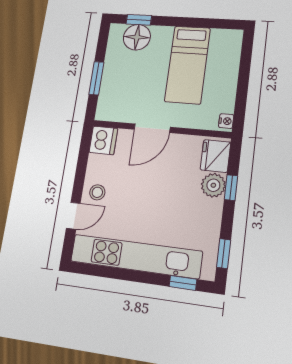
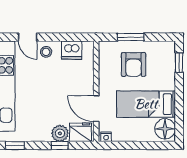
floor lamp: (137, 37) -> (165, 129), moved
armchair: (132, 77) -> (134, 64), added
door: (152, 128) -> (96, 109), moved
dishwasher: (103, 140) -> (72, 50), moved

